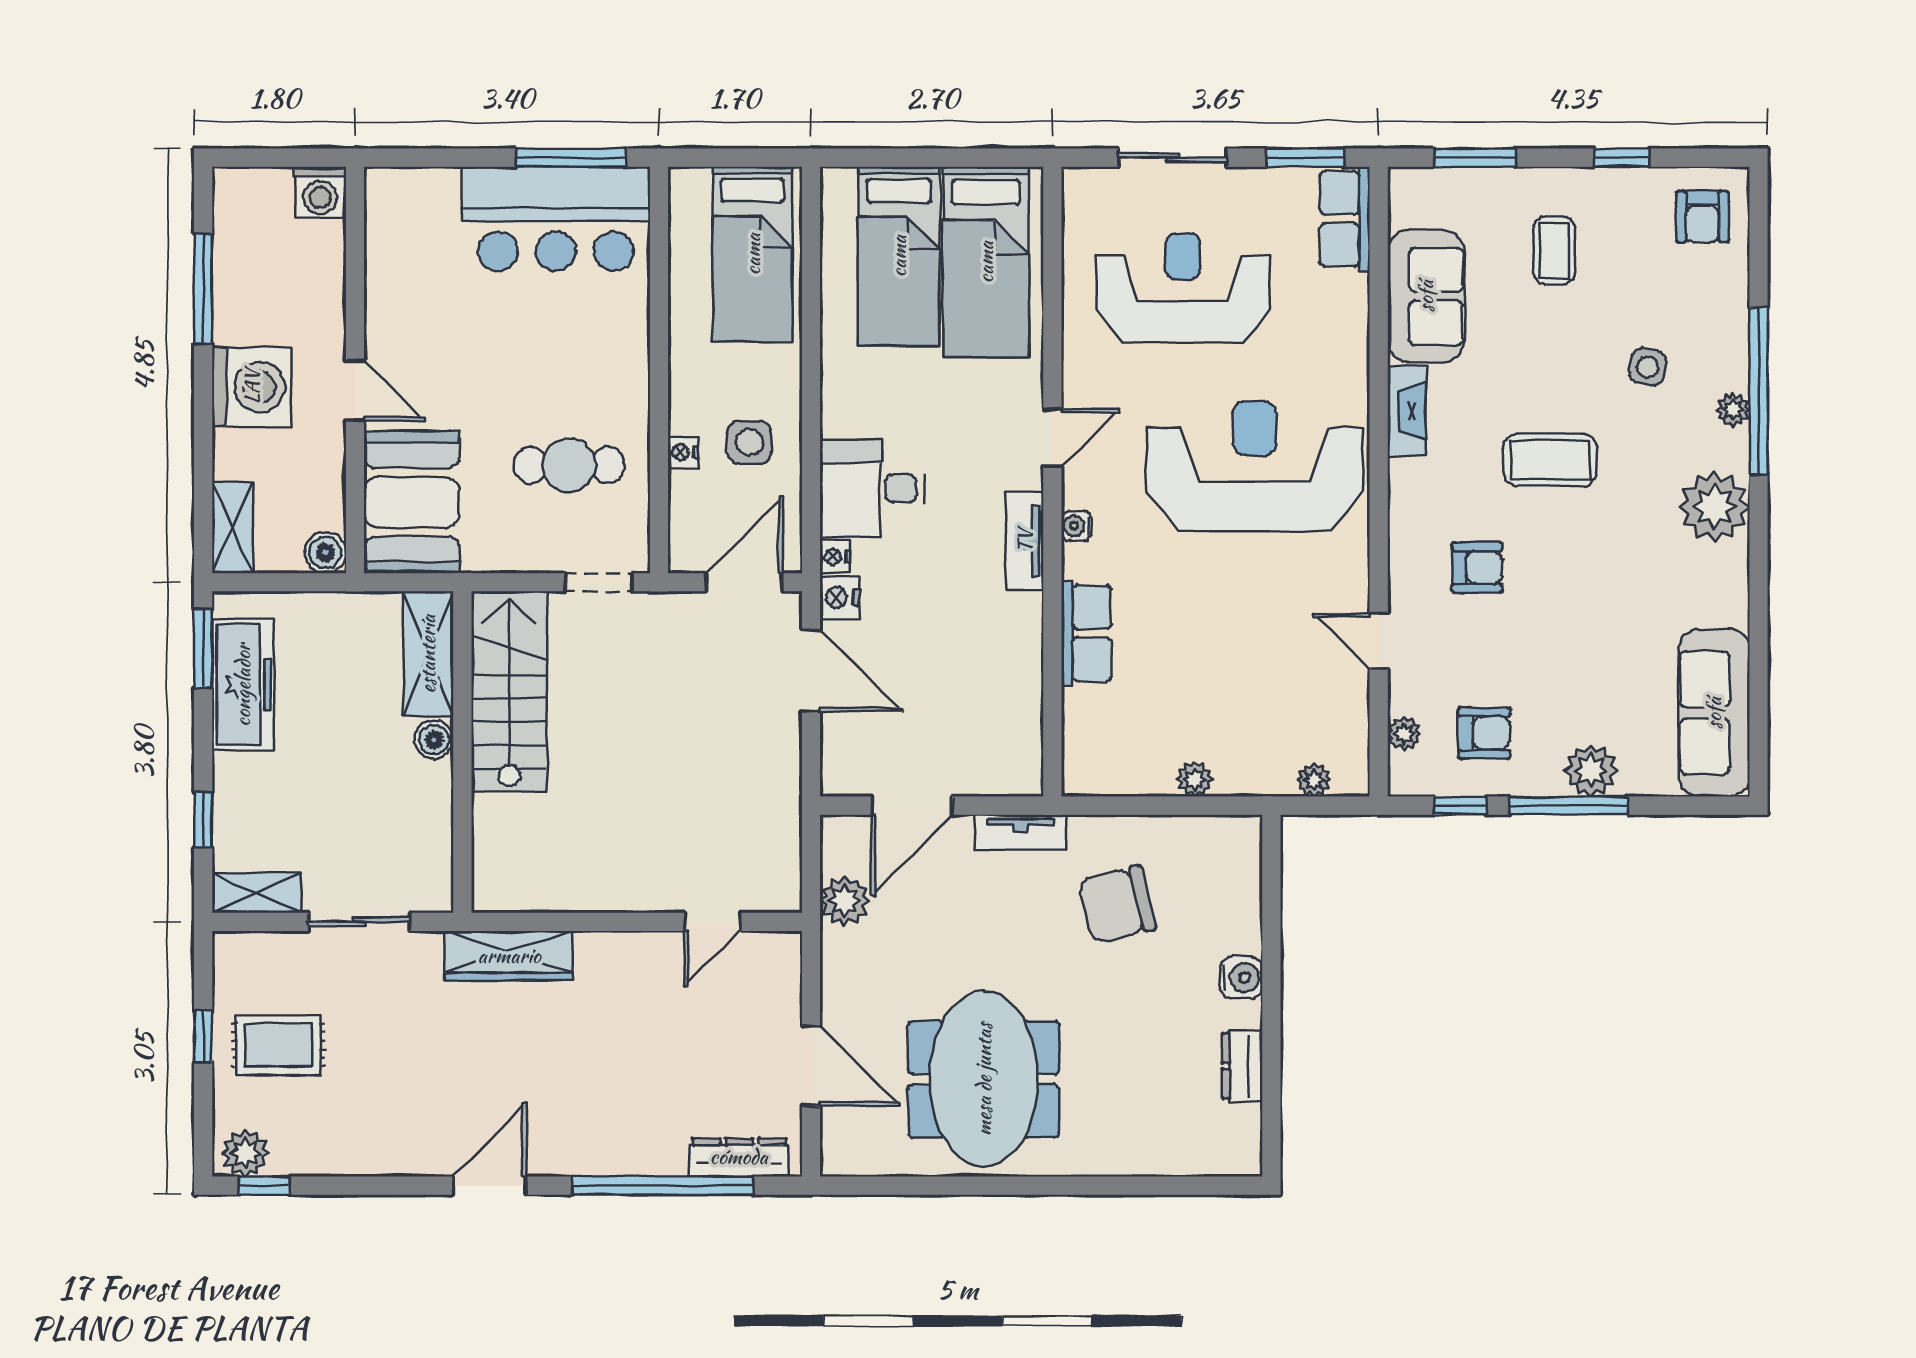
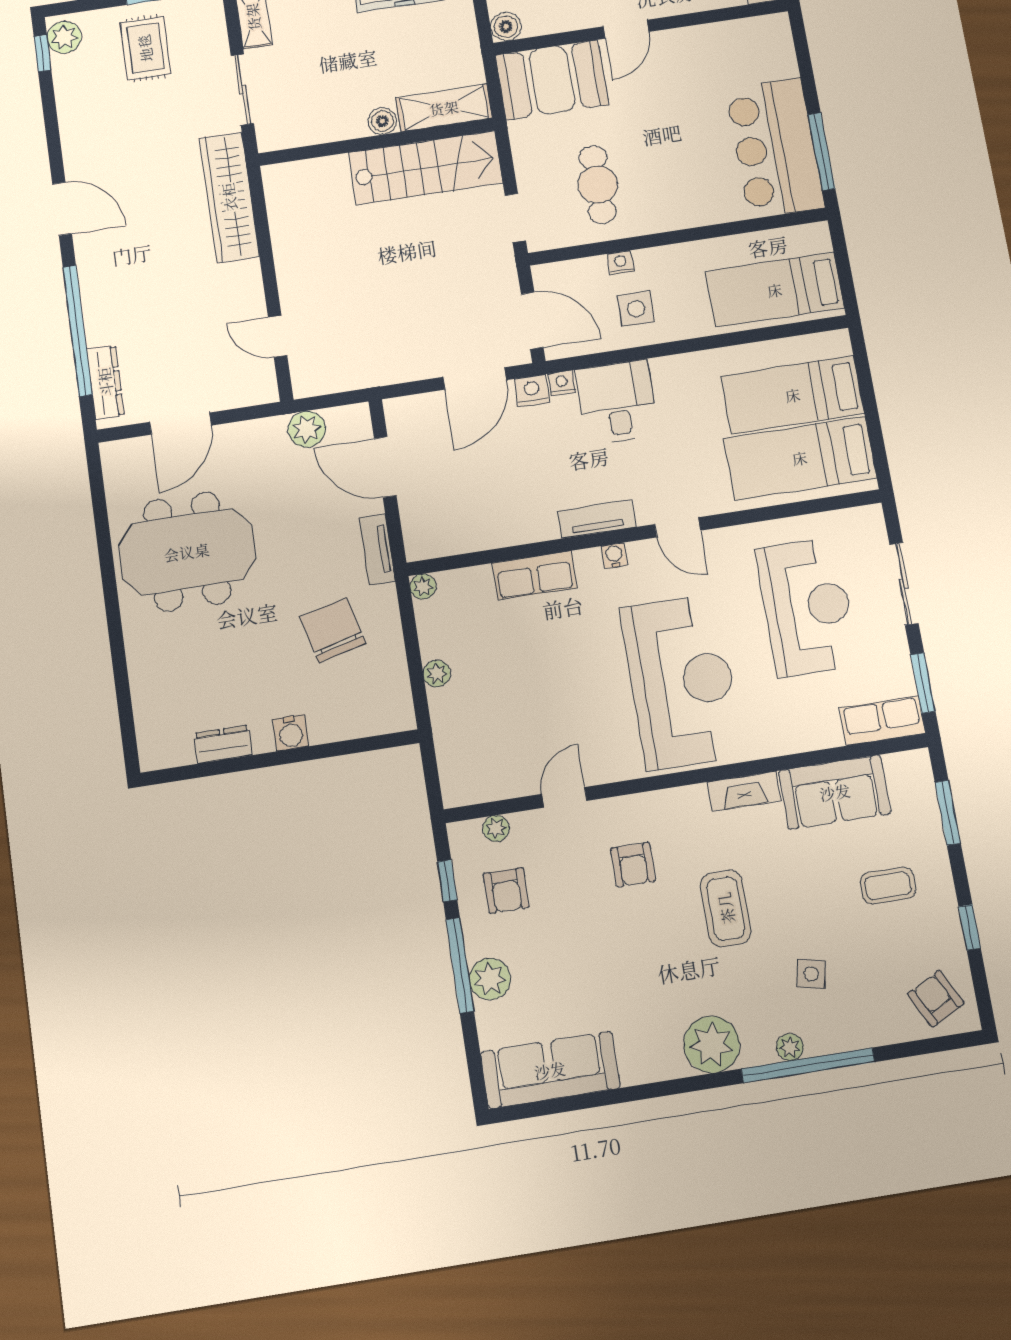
armchair: (1702, 217) -> (936, 999), turned 63
plant: (1314, 780) -> (423, 586), moved
wardrobe: (509, 956) -> (229, 197), width x1.40, depth x1.17

